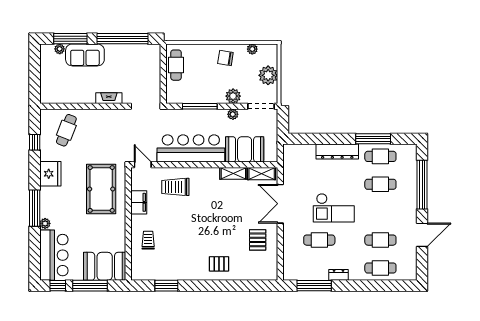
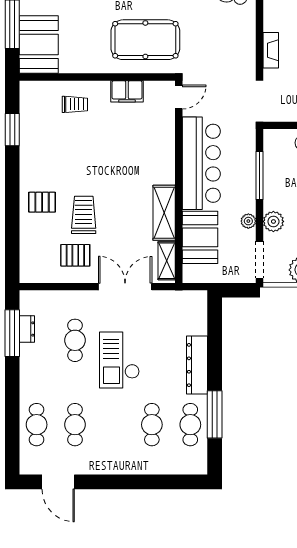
shelving: (233, 173) -> (164, 213), width x1.50, depth x1.33
window: (422, 185) -> (151, 482), removed
trolley: (175, 187) -> (84, 215), moved
door: (422, 235) -> (58, 482), moved
pallet: (219, 264) -> (42, 202), turned 90
dresser: (339, 275) -> (27, 329), moved

